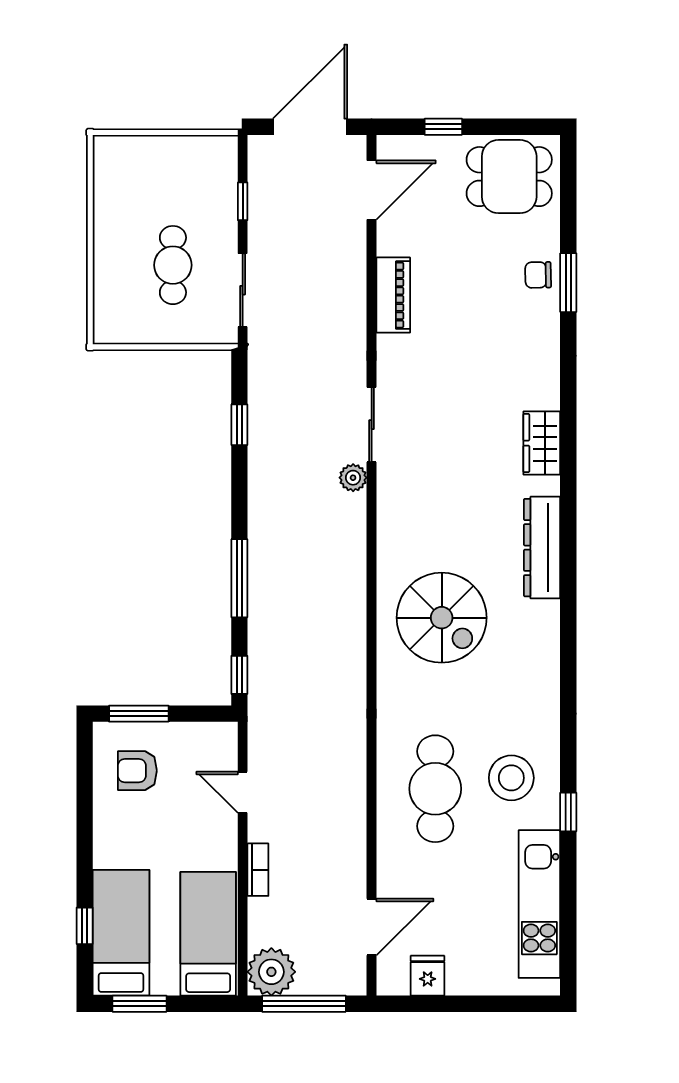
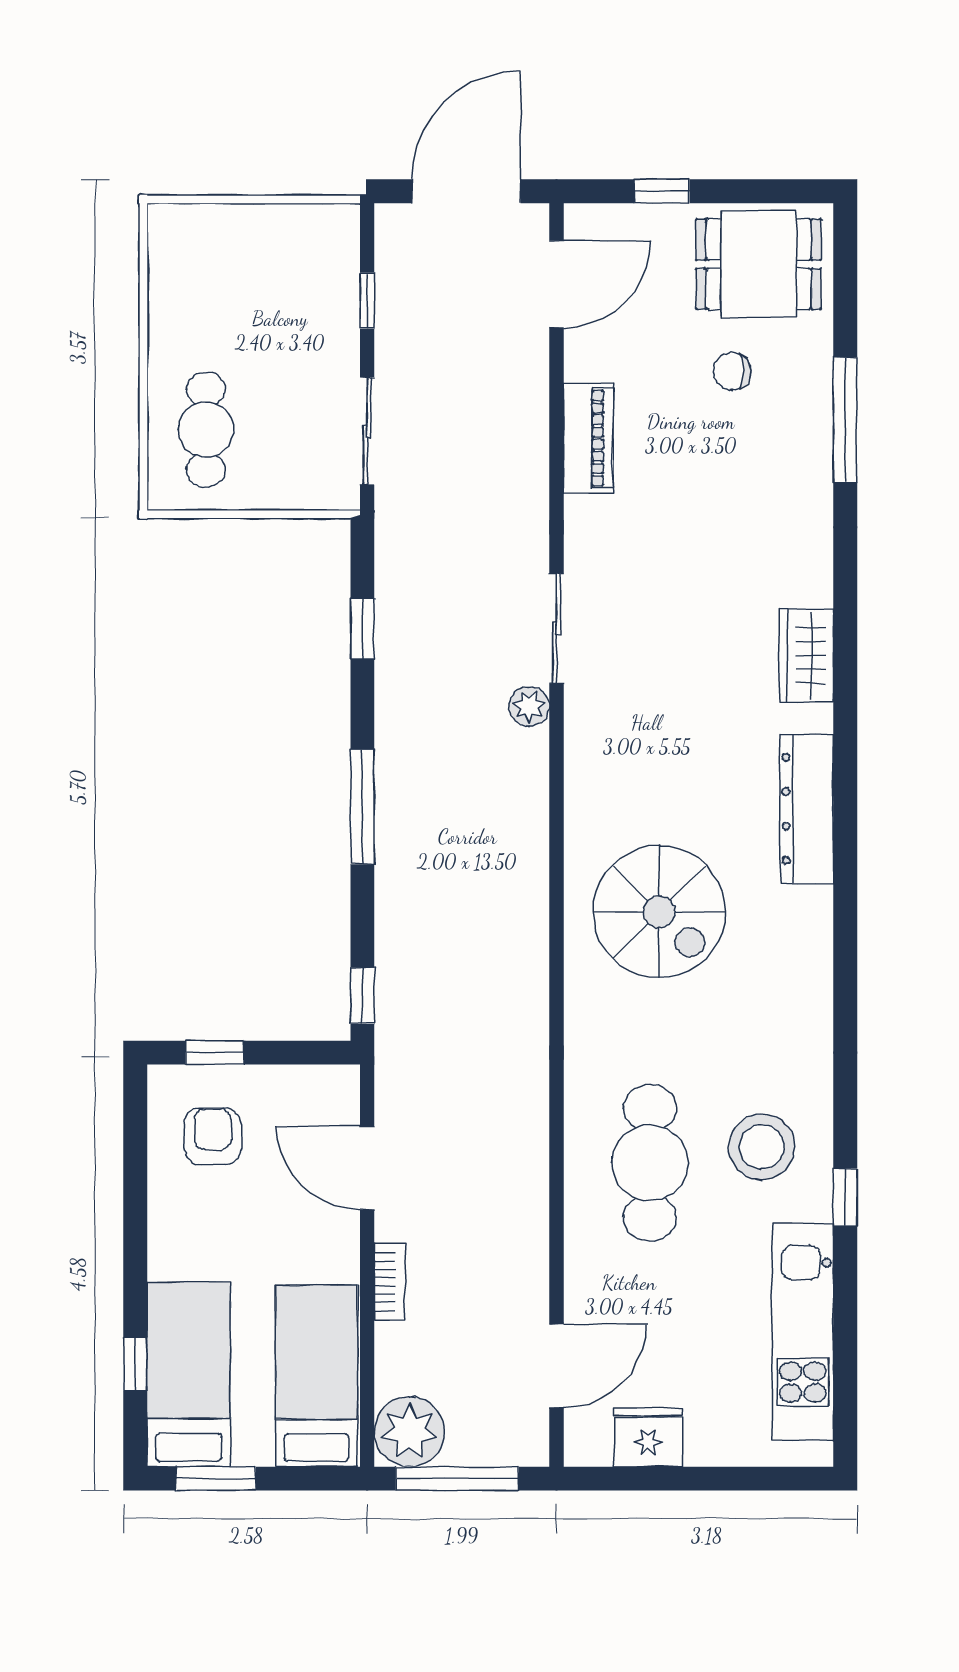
cafe table: (173, 265) -> (206, 430), moved
chair: (538, 275) -> (732, 371), moved
window: (568, 283) -> (845, 420), width x1.44
window: (239, 578) -> (362, 807), moved
window: (139, 714) -> (215, 1053), width x0.67
armchair: (137, 771) -> (213, 1136), turned 90
door: (243, 792) -> (367, 1168), width x1.38
fridge: (428, 976) -> (648, 1437), width x1.38

